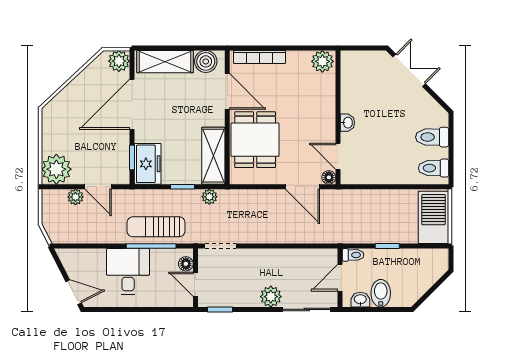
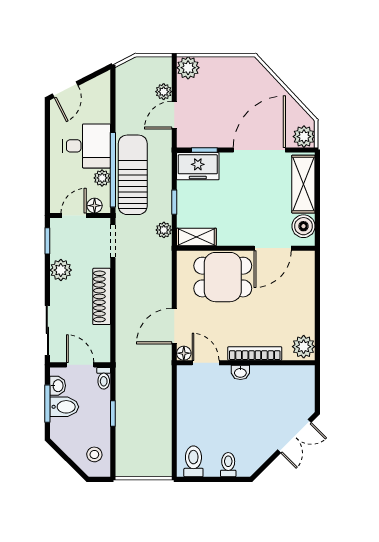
bookcase: (260, 57) -> (255, 353), moved, turned 90
door: (132, 104) -> (259, 150), hinge flipped
toilet: (432, 137) -> (228, 465), width x0.73, depth x0.72
shelving: (213, 156) -> (196, 237), width x0.67, depth x0.75
door: (338, 156) -> (206, 363), hinge flipped
plant: (56, 169) -> (188, 68), width x0.73, depth x0.73
barbecue: (434, 217) -> (142, 461), removed
sun lounger: (156, 227) -> (133, 175), width x1.36, depth x1.34
window: (151, 246) -> (113, 170), width x1.46
plant: (159, 257) -> (102, 178), added
shoe rack: (274, 257) -> (102, 296), added
stool: (427, 264) -> (94, 454), added
plant: (271, 297) -> (61, 270), moved
window: (378, 309) -> (47, 404), added

